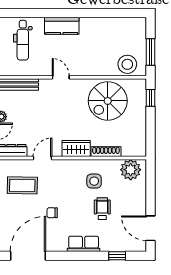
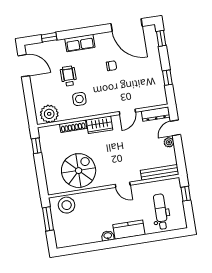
washbasin: (87, 23) -> (108, 236), added
window: (151, 98) -> (36, 146), moved
coffee table: (22, 185) -> (141, 85), removed
wheelchair: (102, 209) -> (68, 76), turned 180
door: (28, 256) -> (127, 25), hinge flipped

